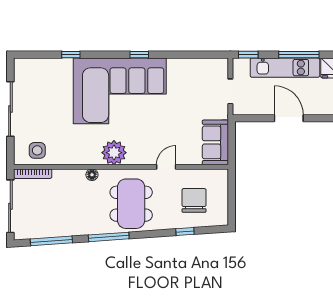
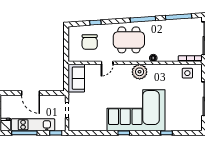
dining table: (131, 204) -> (129, 40), turned 90

